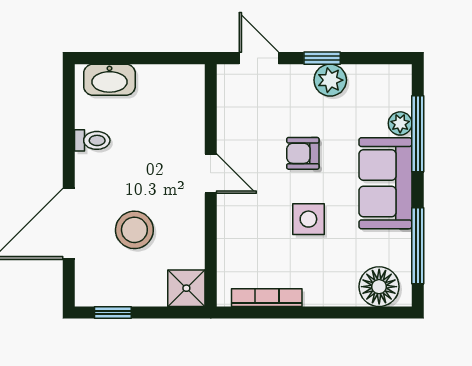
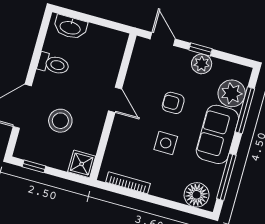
plant: (400, 123) -> (232, 93), width x1.88, depth x1.88
toilet: (92, 140) -> (53, 64), width x1.37, depth x1.39

